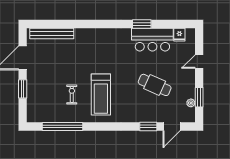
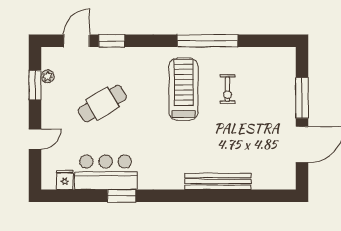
bench: (52, 34) -> (218, 181), moved
cafe table: (155, 85) -> (102, 104), turned -55
window: (23, 89) -> (302, 98), width x1.44
window: (63, 126) -> (208, 41), moved

